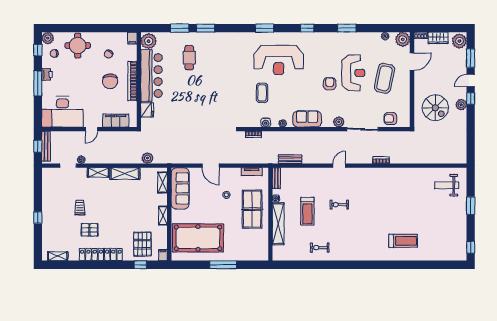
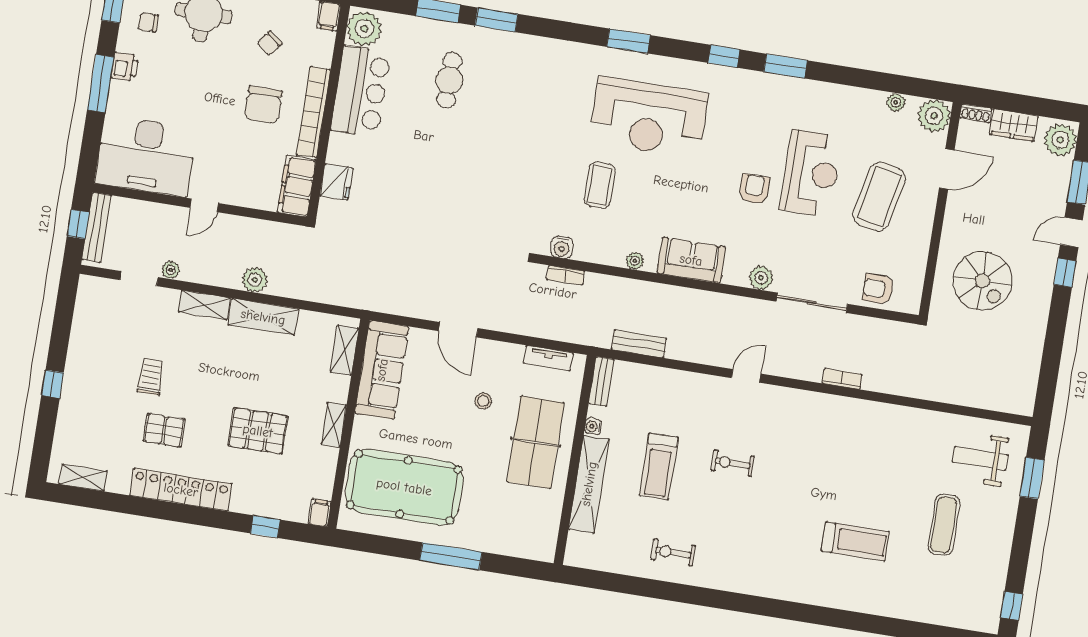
window: (347, 28) -> (785, 66), moved
bar counter: (152, 76) -> (361, 91), width x0.73
plant: (461, 105) -> (1042, 283), removed
filing cabinet: (116, 121) -> (297, 186), moved, turned -90
water cooler: (266, 123) -> (562, 247), moved
plant: (147, 158) -> (255, 280), moved
window: (471, 206) -> (1032, 478), moved
exercise mat: (436, 217) -> (944, 525), added
treadmill: (403, 241) -> (855, 541), moved
pallet: (142, 244) -> (258, 431), moved, turned 90

